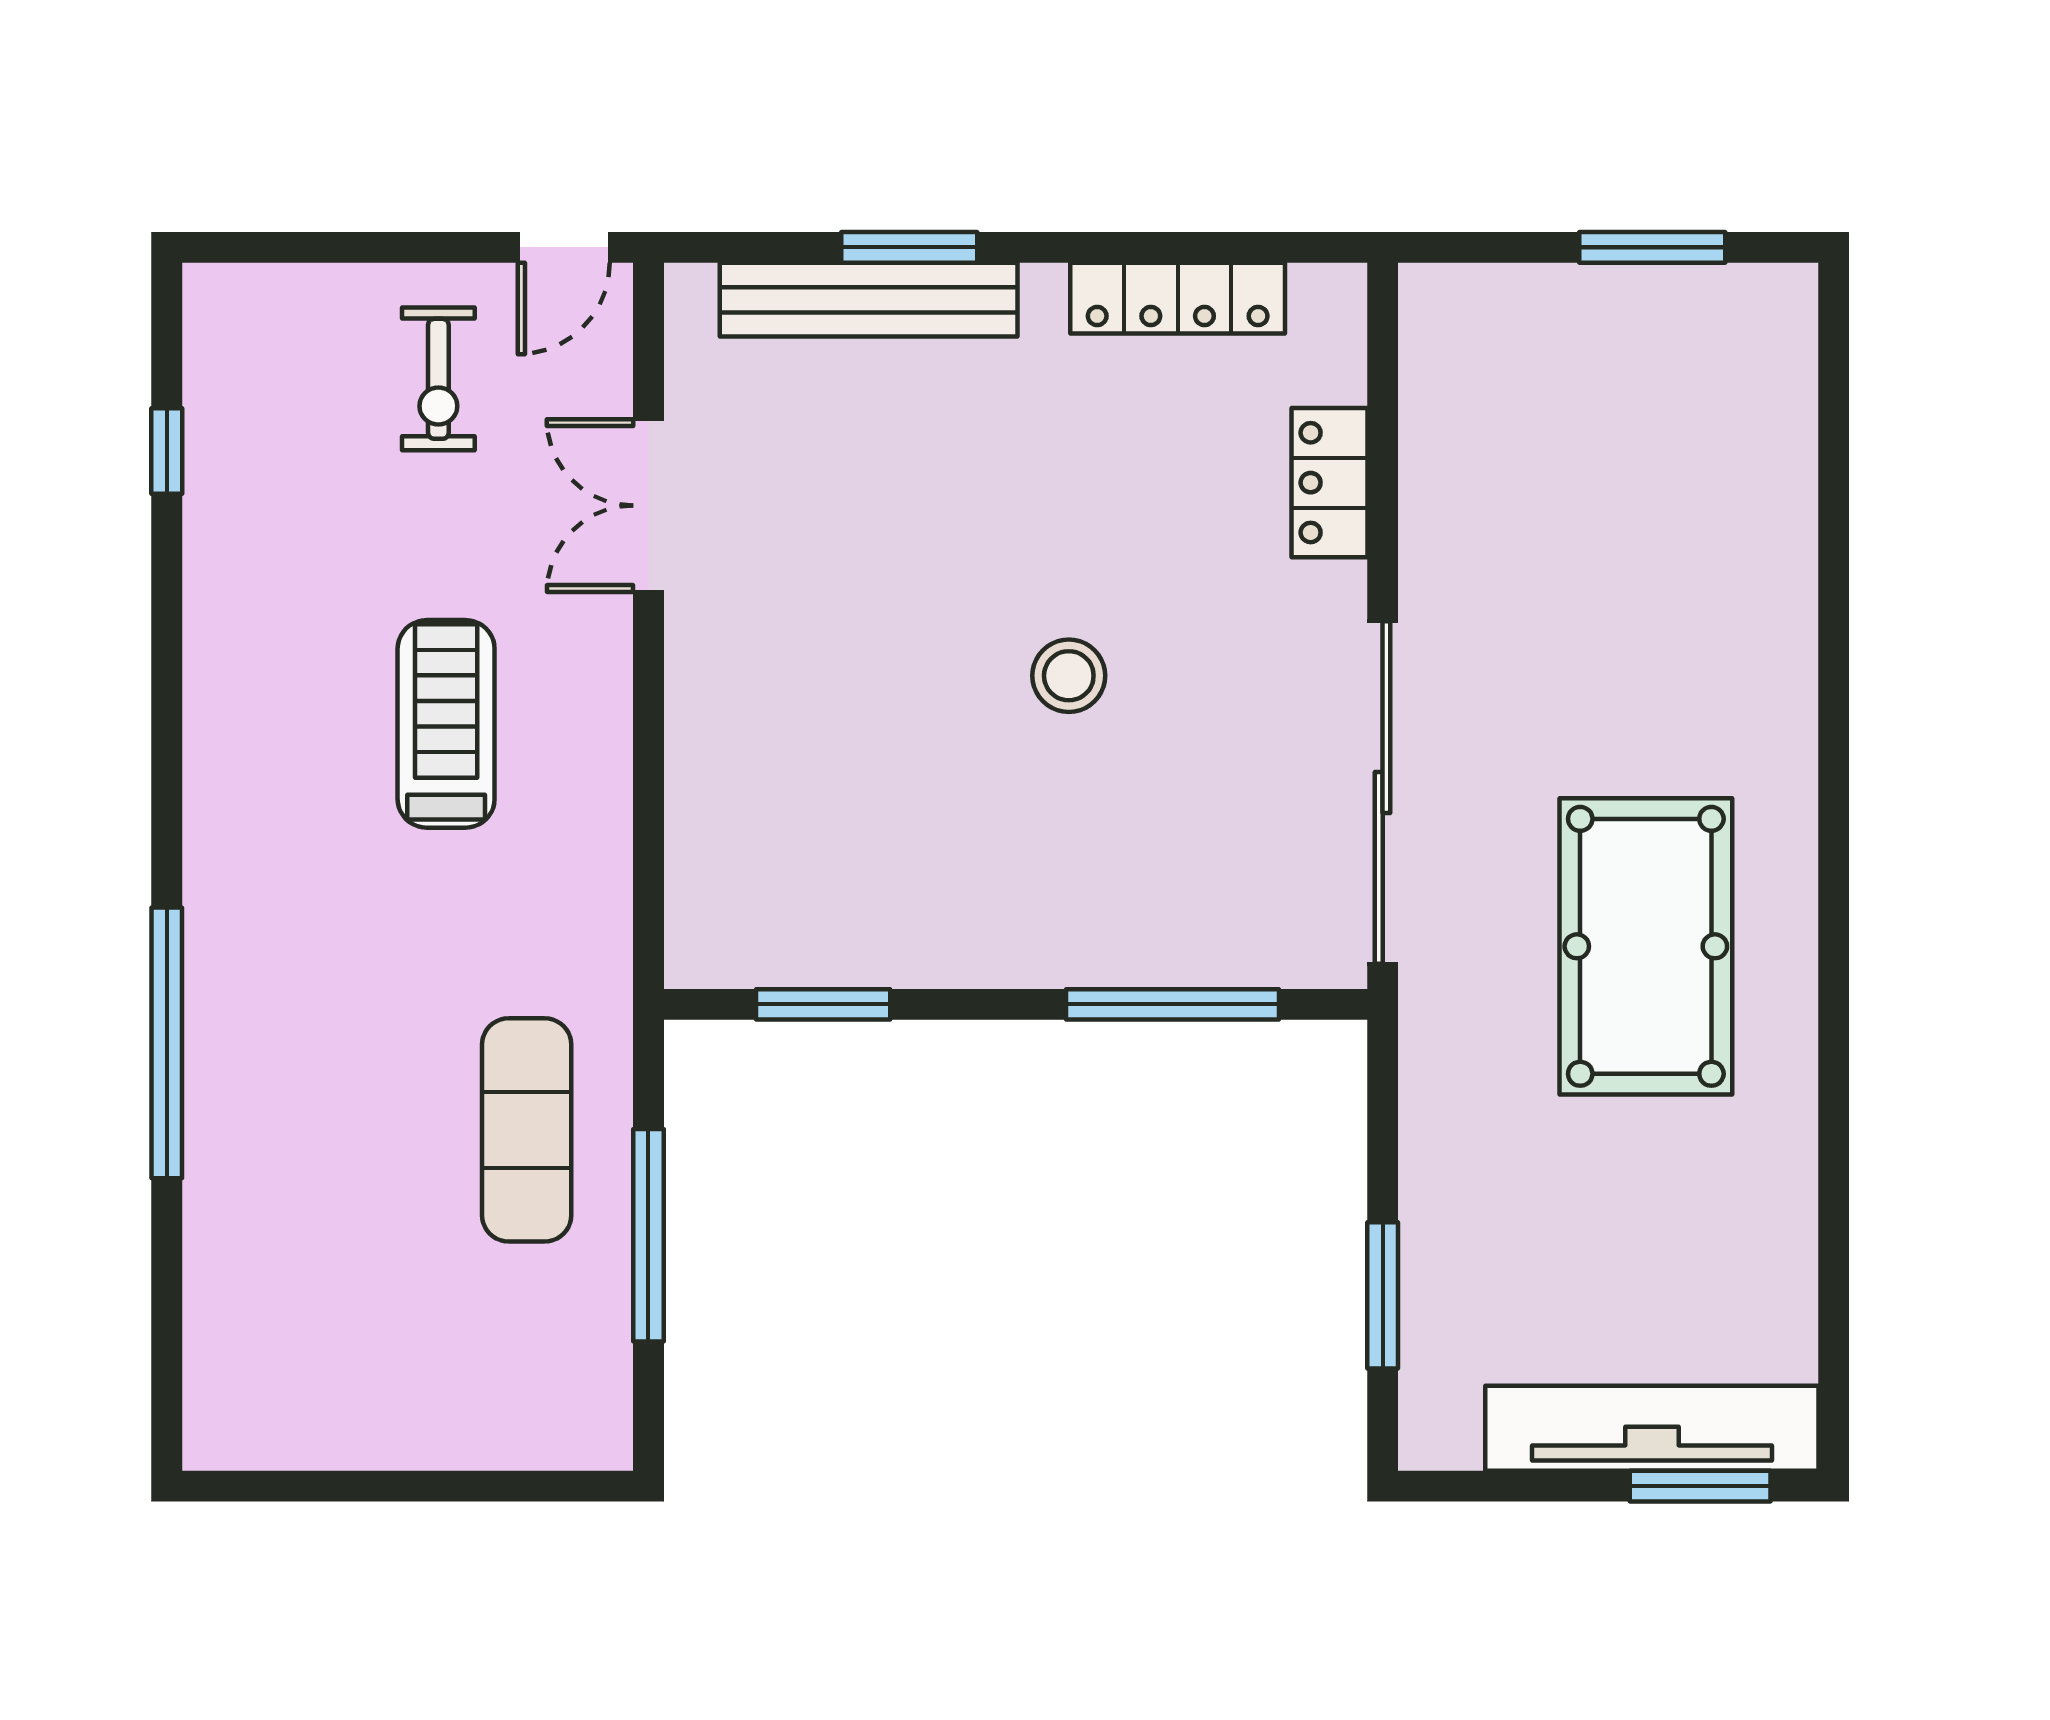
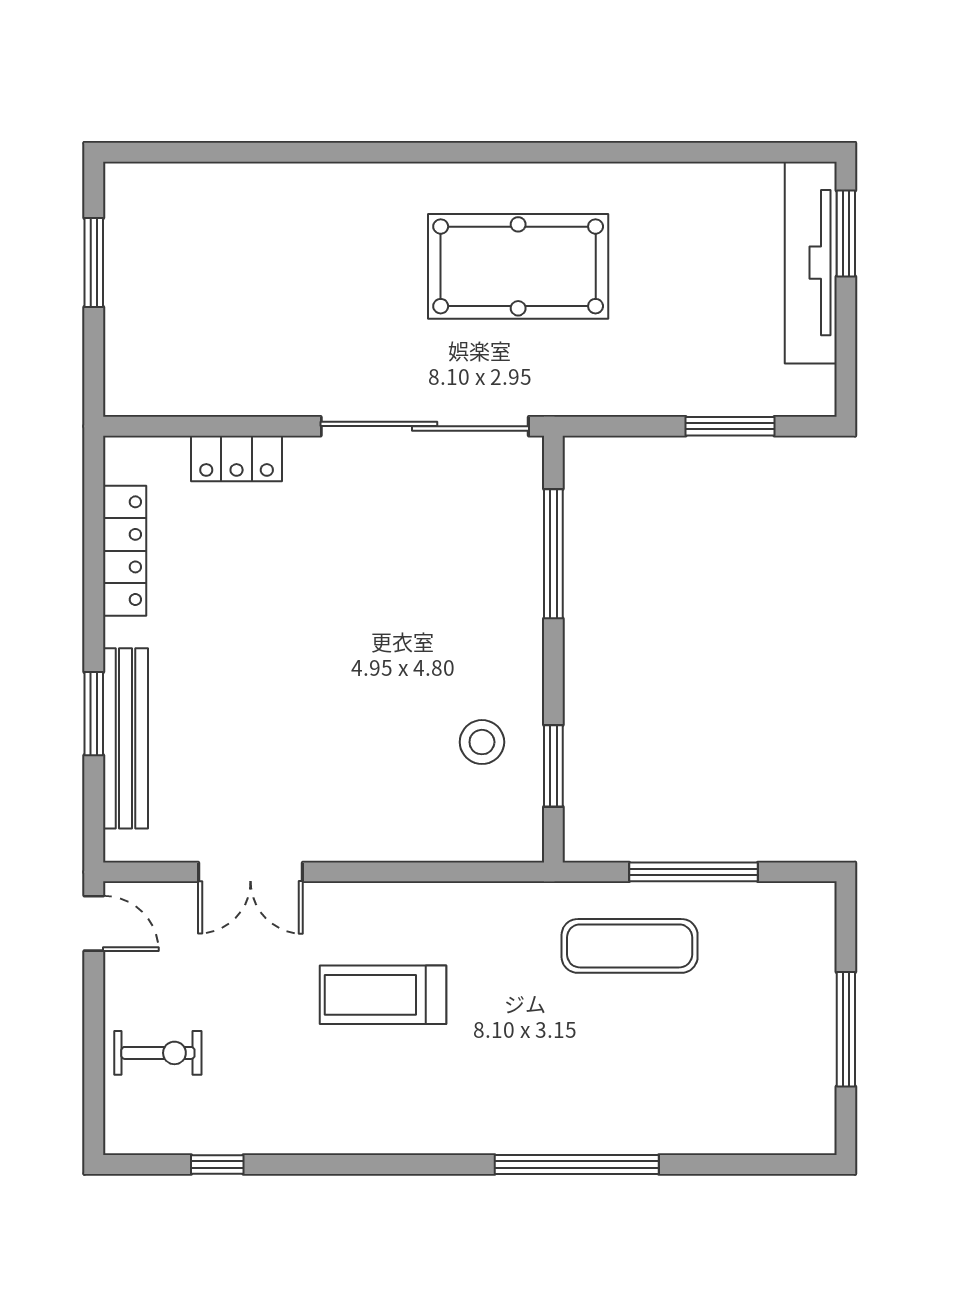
exercise bike: (438, 379) -> (158, 1053), moved
stool: (1069, 676) -> (482, 742), moved
window: (390, 1486) -> (846, 1029), added

